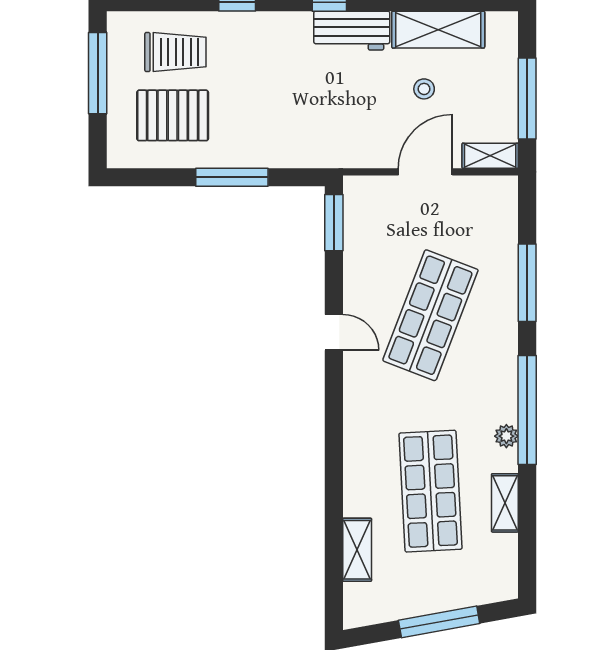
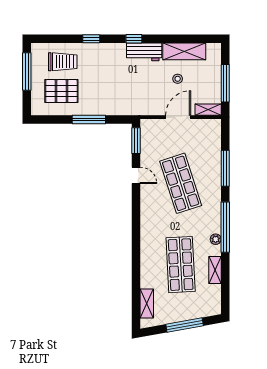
shop shelf: (430, 315) -> (181, 183), turned -39
door: (334, 332) -> (136, 175), moved
shelving: (357, 550) -> (147, 304), moved

